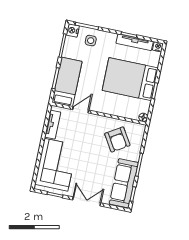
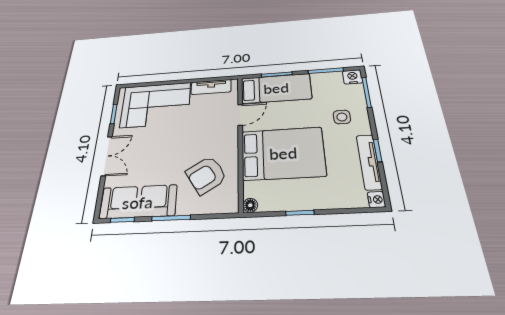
side table: (91, 41) -> (342, 117), moved
bed: (130, 79) -> (283, 153), moved, turned 90
door: (81, 110) -> (240, 115), hinge flipped

